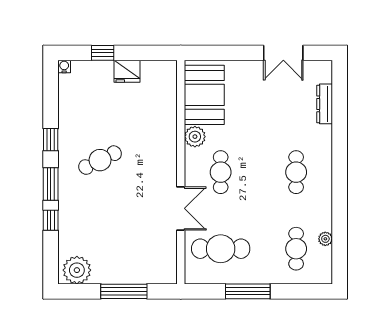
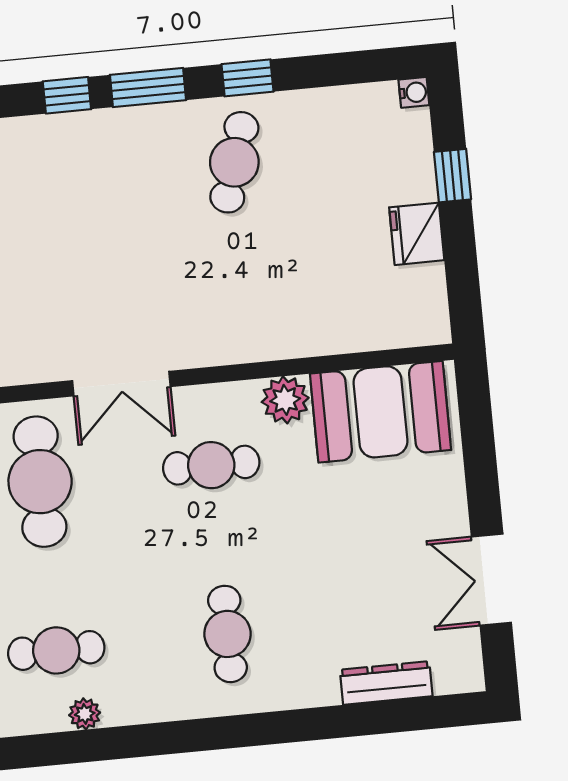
cafe table: (100, 160) -> (234, 162), moved, turned 43
cafe table: (296, 172) -> (227, 634), turned 90

